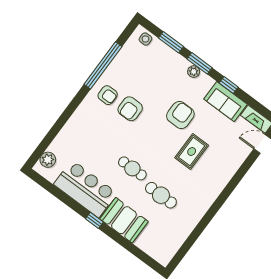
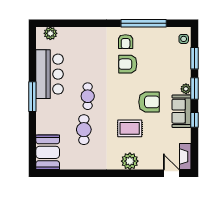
sofa: (225, 102) -> (181, 111), moved
plant: (222, 174) -> (130, 161), added
window: (94, 220) -> (32, 97), width x2.17
booth: (124, 220) -> (48, 152), moved

